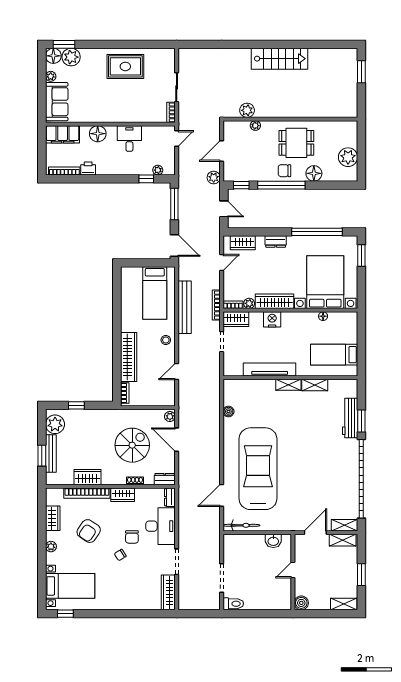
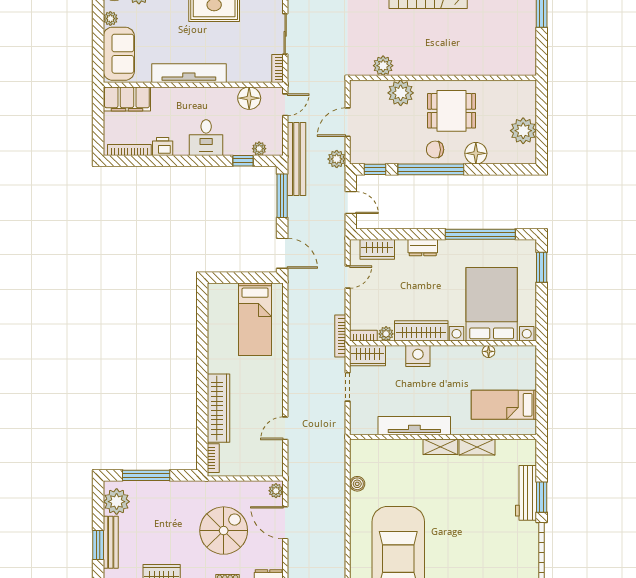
tv unit: (107, 116) -> (189, 73), added
plant: (255, 126) -> (401, 93), width x1.88, depth x1.88
floor lamp: (98, 134) -> (249, 98), moved
desk: (129, 138) -> (206, 138), moved, turned 180
bench: (185, 307) -> (296, 159), moved
stool: (166, 340) -> (270, 385), removed
window: (76, 405) -> (146, 475), width x2.17

